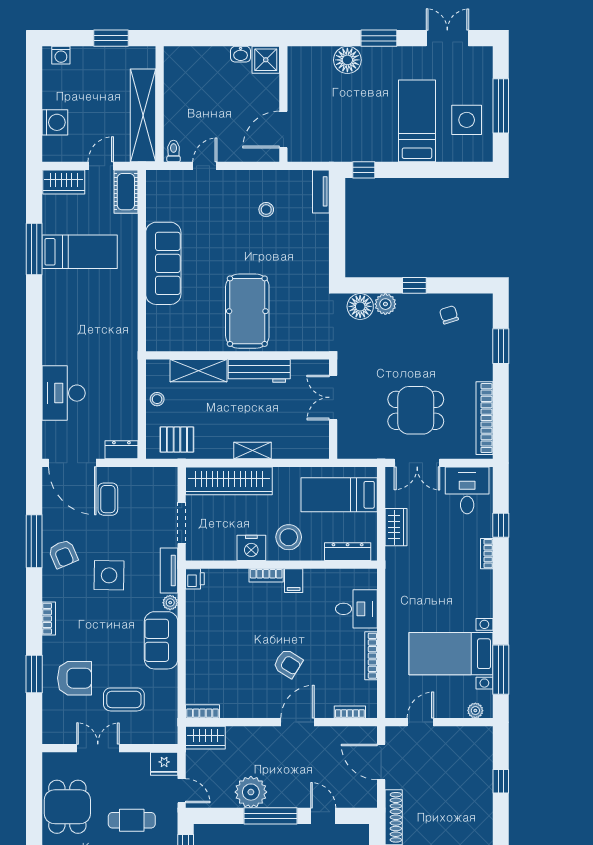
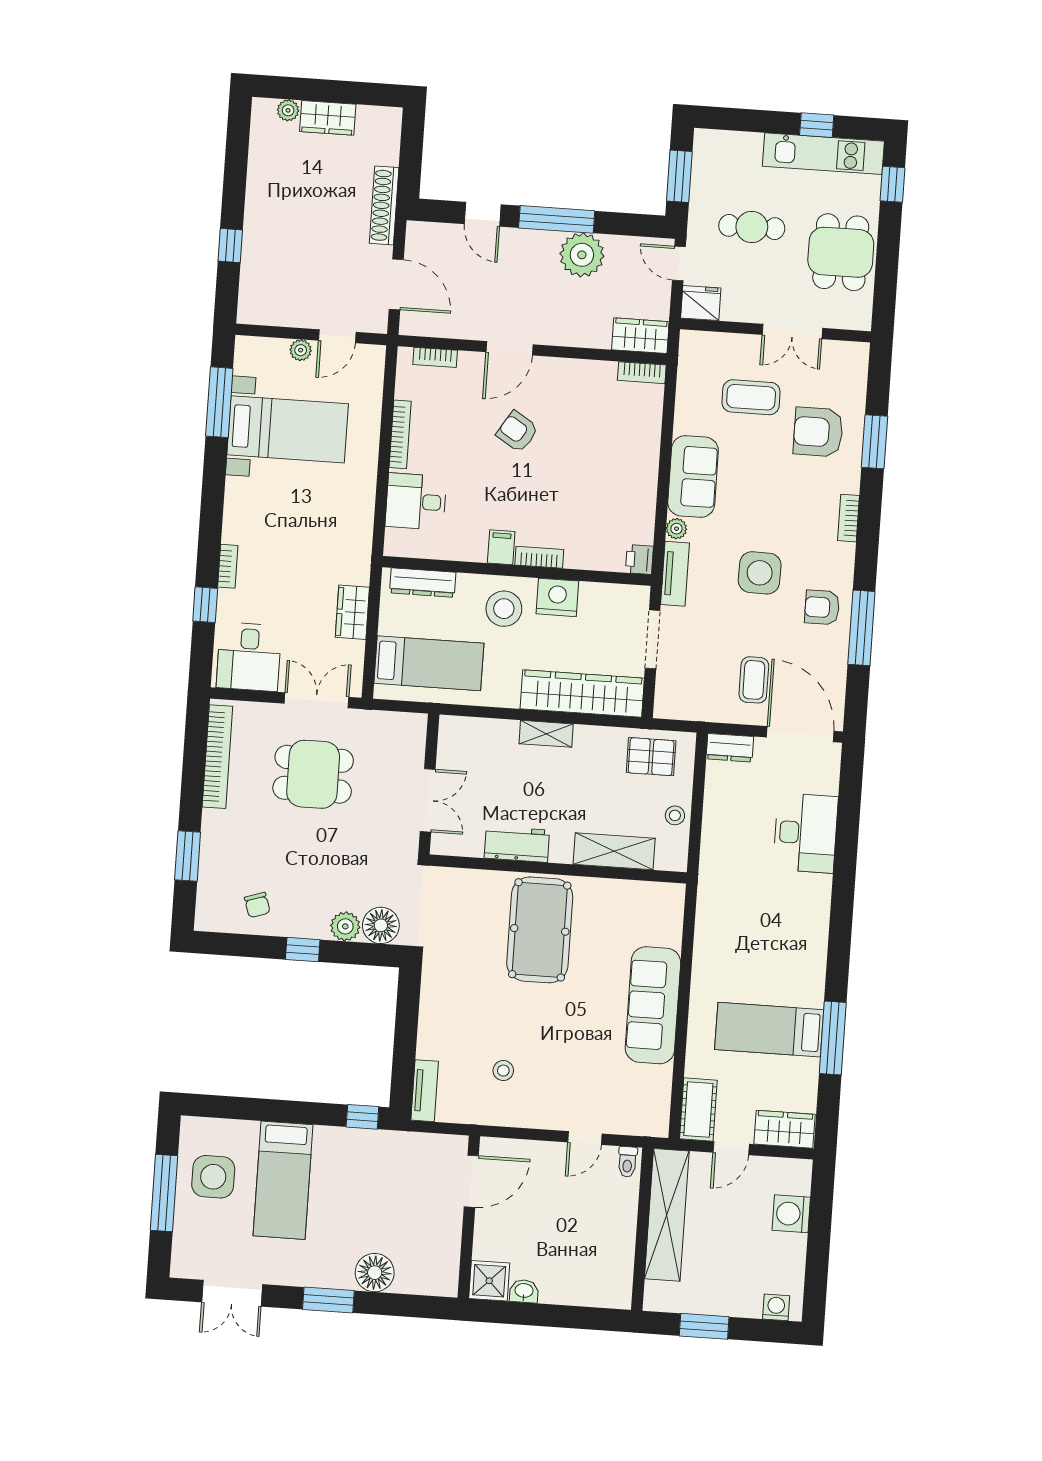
workbench: (259, 371) -> (517, 844), width x0.73
armchair: (63, 554) -> (822, 607), turned -67
plant: (475, 711) -> (301, 350), moved

